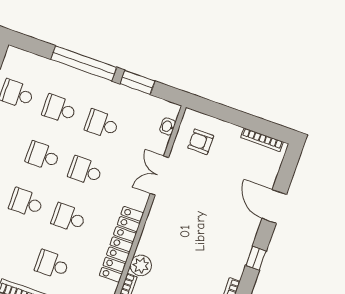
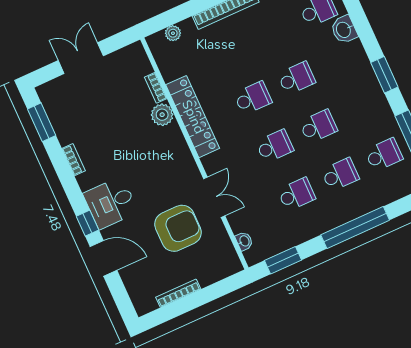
window: (138, 82) -> (283, 260), moved
bookcase: (262, 140) -> (178, 293), moved
armchair: (201, 142) -> (178, 228), moved, width x1.88, depth x1.88
desk: (233, 239) -> (111, 203), added
window: (256, 258) -> (87, 223), moved
school desk: (52, 265) -> (231, 50), removed

